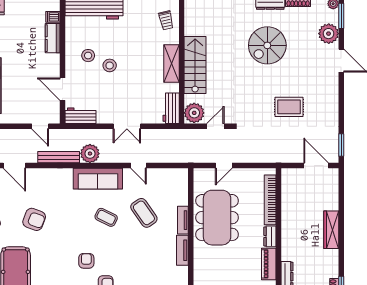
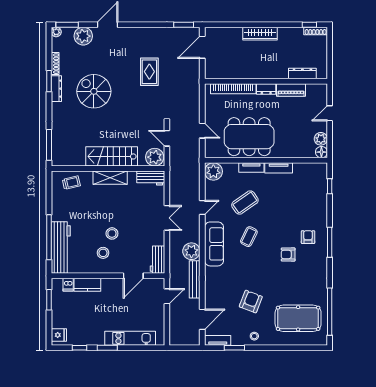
spiral stairs: (267, 45) -> (94, 91), turned 180
plant: (178, 178) -> (213, 171), added

